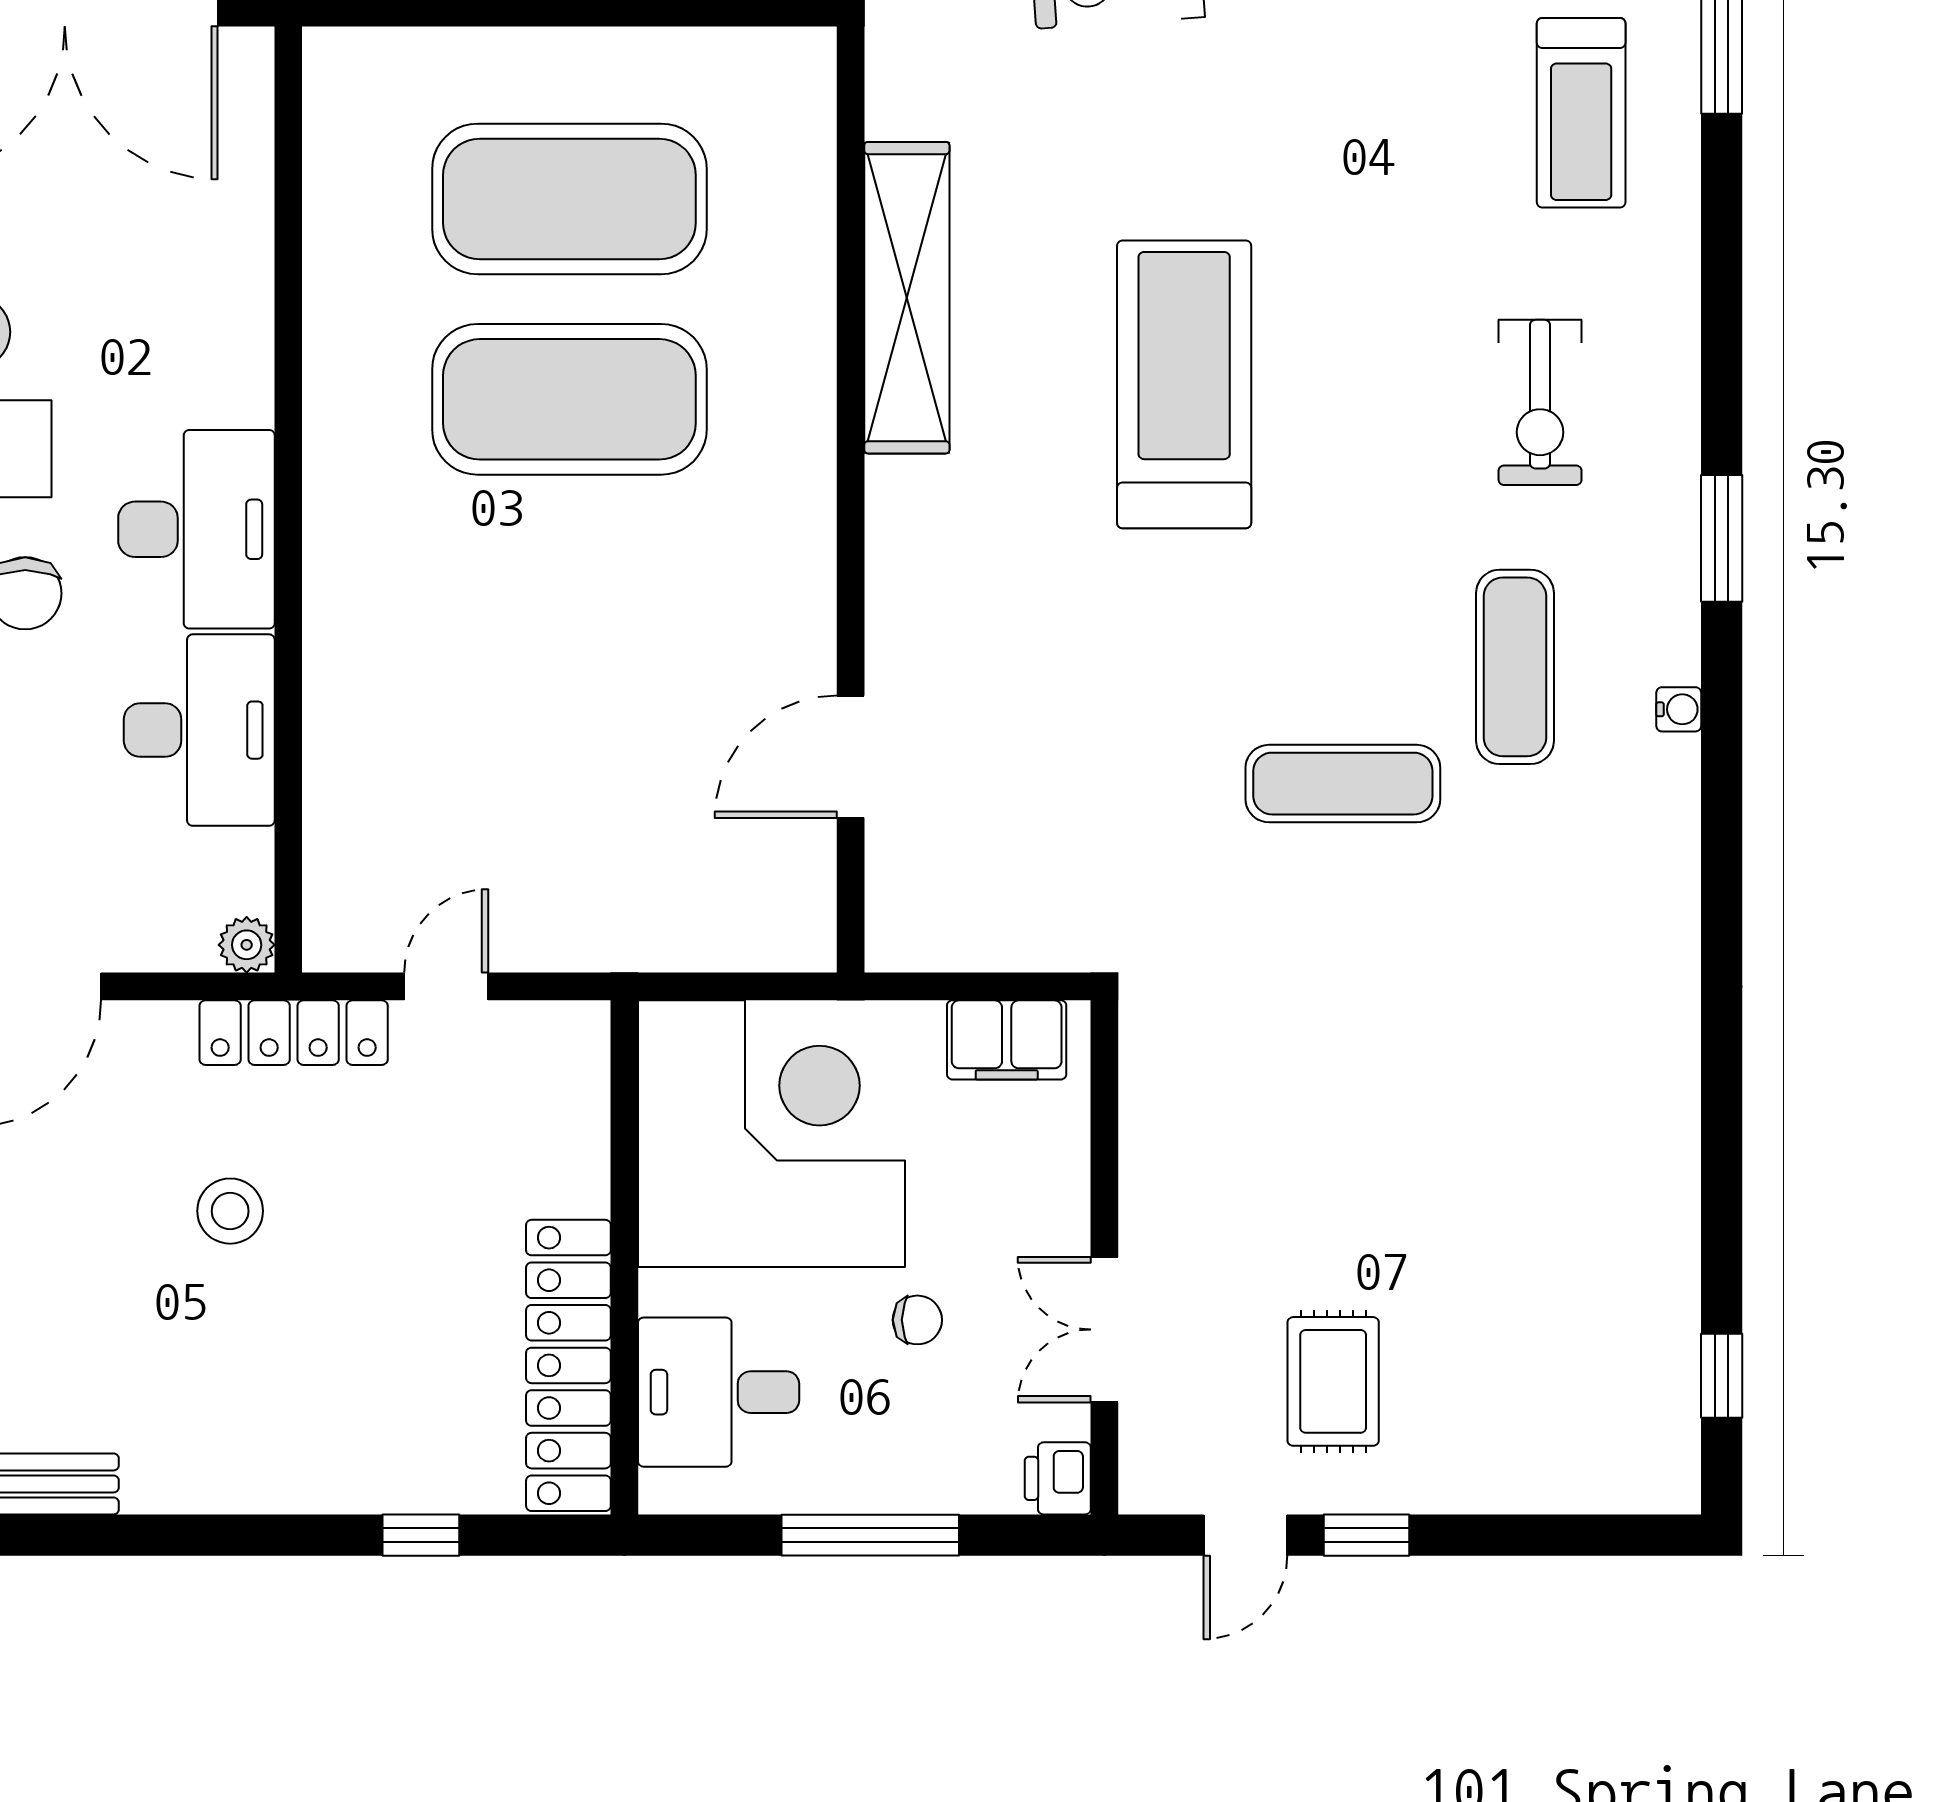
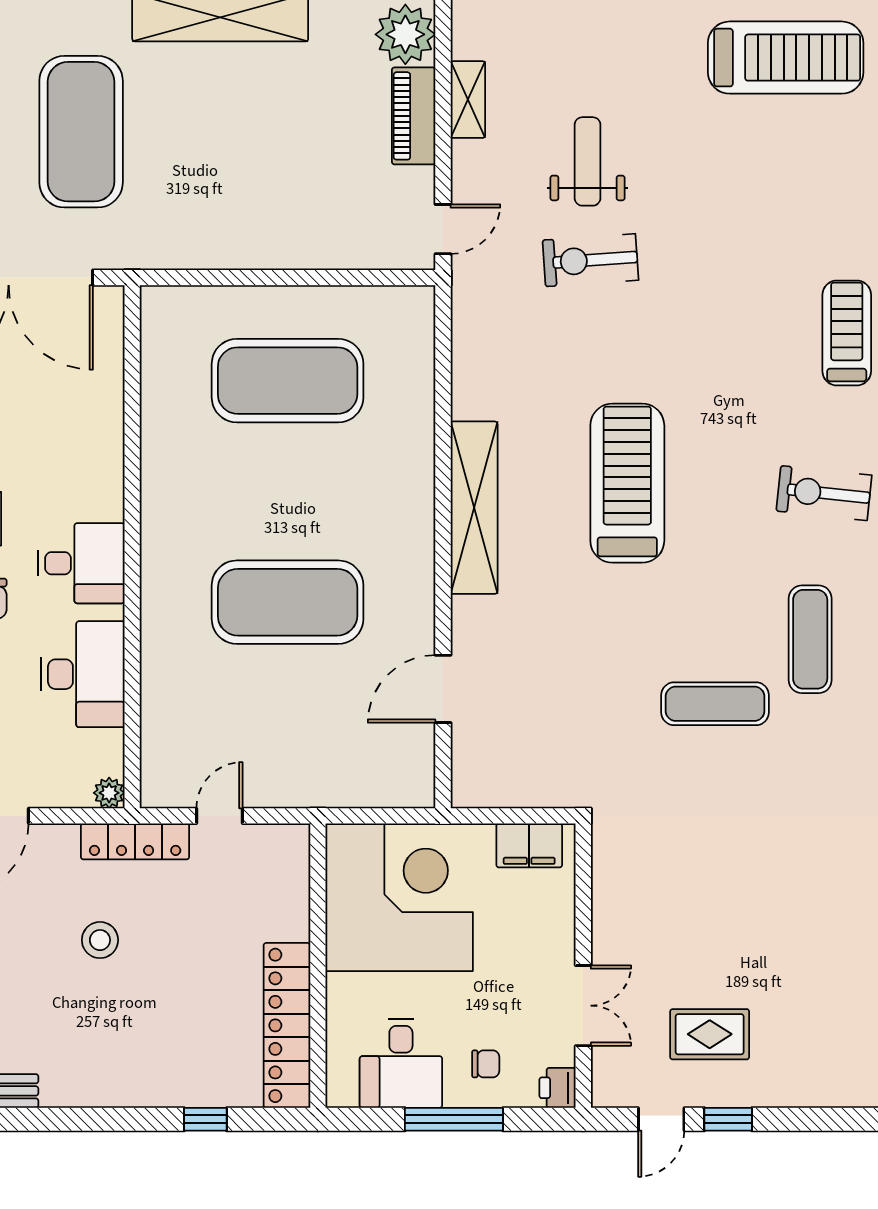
treadmill: (1581, 113) -> (847, 333), turned 180
shelving: (907, 298) -> (474, 508), moved
exercise mat: (569, 399) -> (288, 602), moved
exercise bike: (1540, 402) -> (824, 493), turned 96
desk: (196, 529) -> (81, 563), width x0.73
chair: (917, 1320) -> (486, 1064), moved
double door: (1104, 1330) -> (583, 1006), swing flipped
rug: (1333, 1381) -> (710, 1034), turned 90
desk: (719, 1392) -> (401, 1063), moved, turned -90

